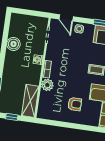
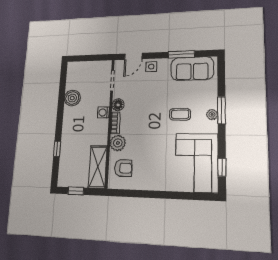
door: (66, 18) -> (133, 56), hinge flipped
floor lamp: (50, 55) -> (118, 105), added
armchair: (75, 104) -> (123, 168), moved

